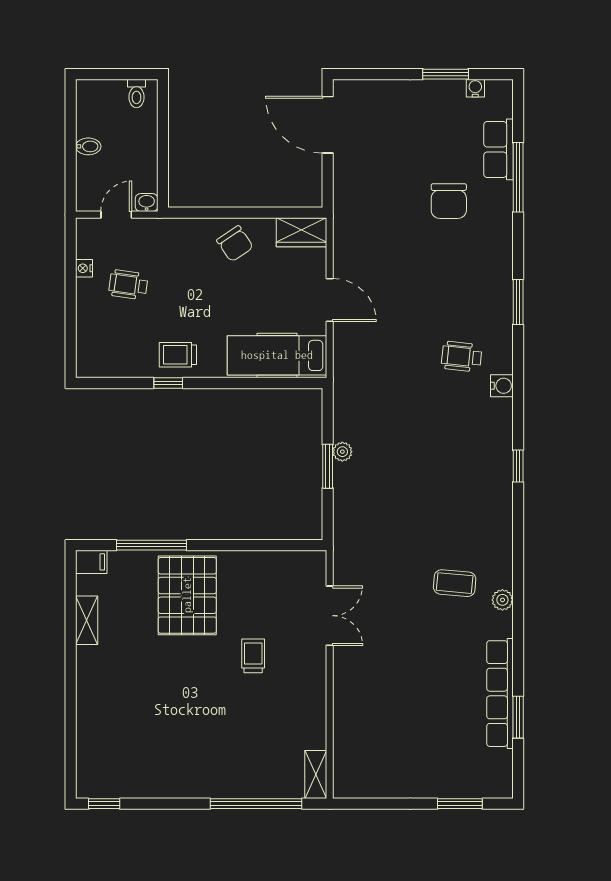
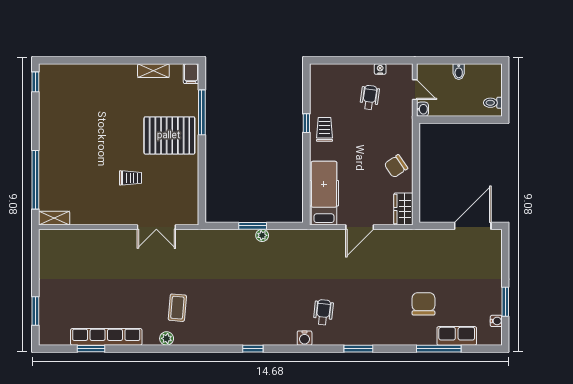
chair: (449, 201) -> (423, 304), turned 90

